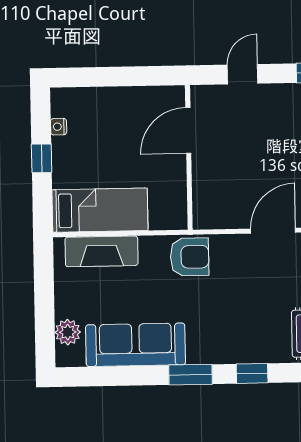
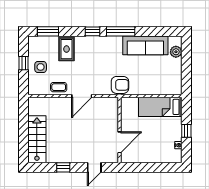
fireplace: (102, 251) -> (160, 88), removed
armchair: (190, 257) -> (120, 85), turned 180
window: (191, 375) -> (121, 31), width x1.44

